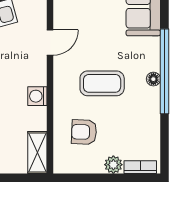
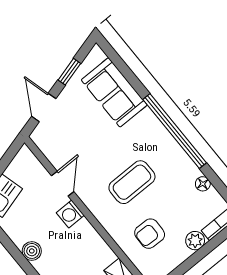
floor lamp: (153, 79) -> (203, 184), moved
washing machine: (37, 96) -> (70, 214), moved

